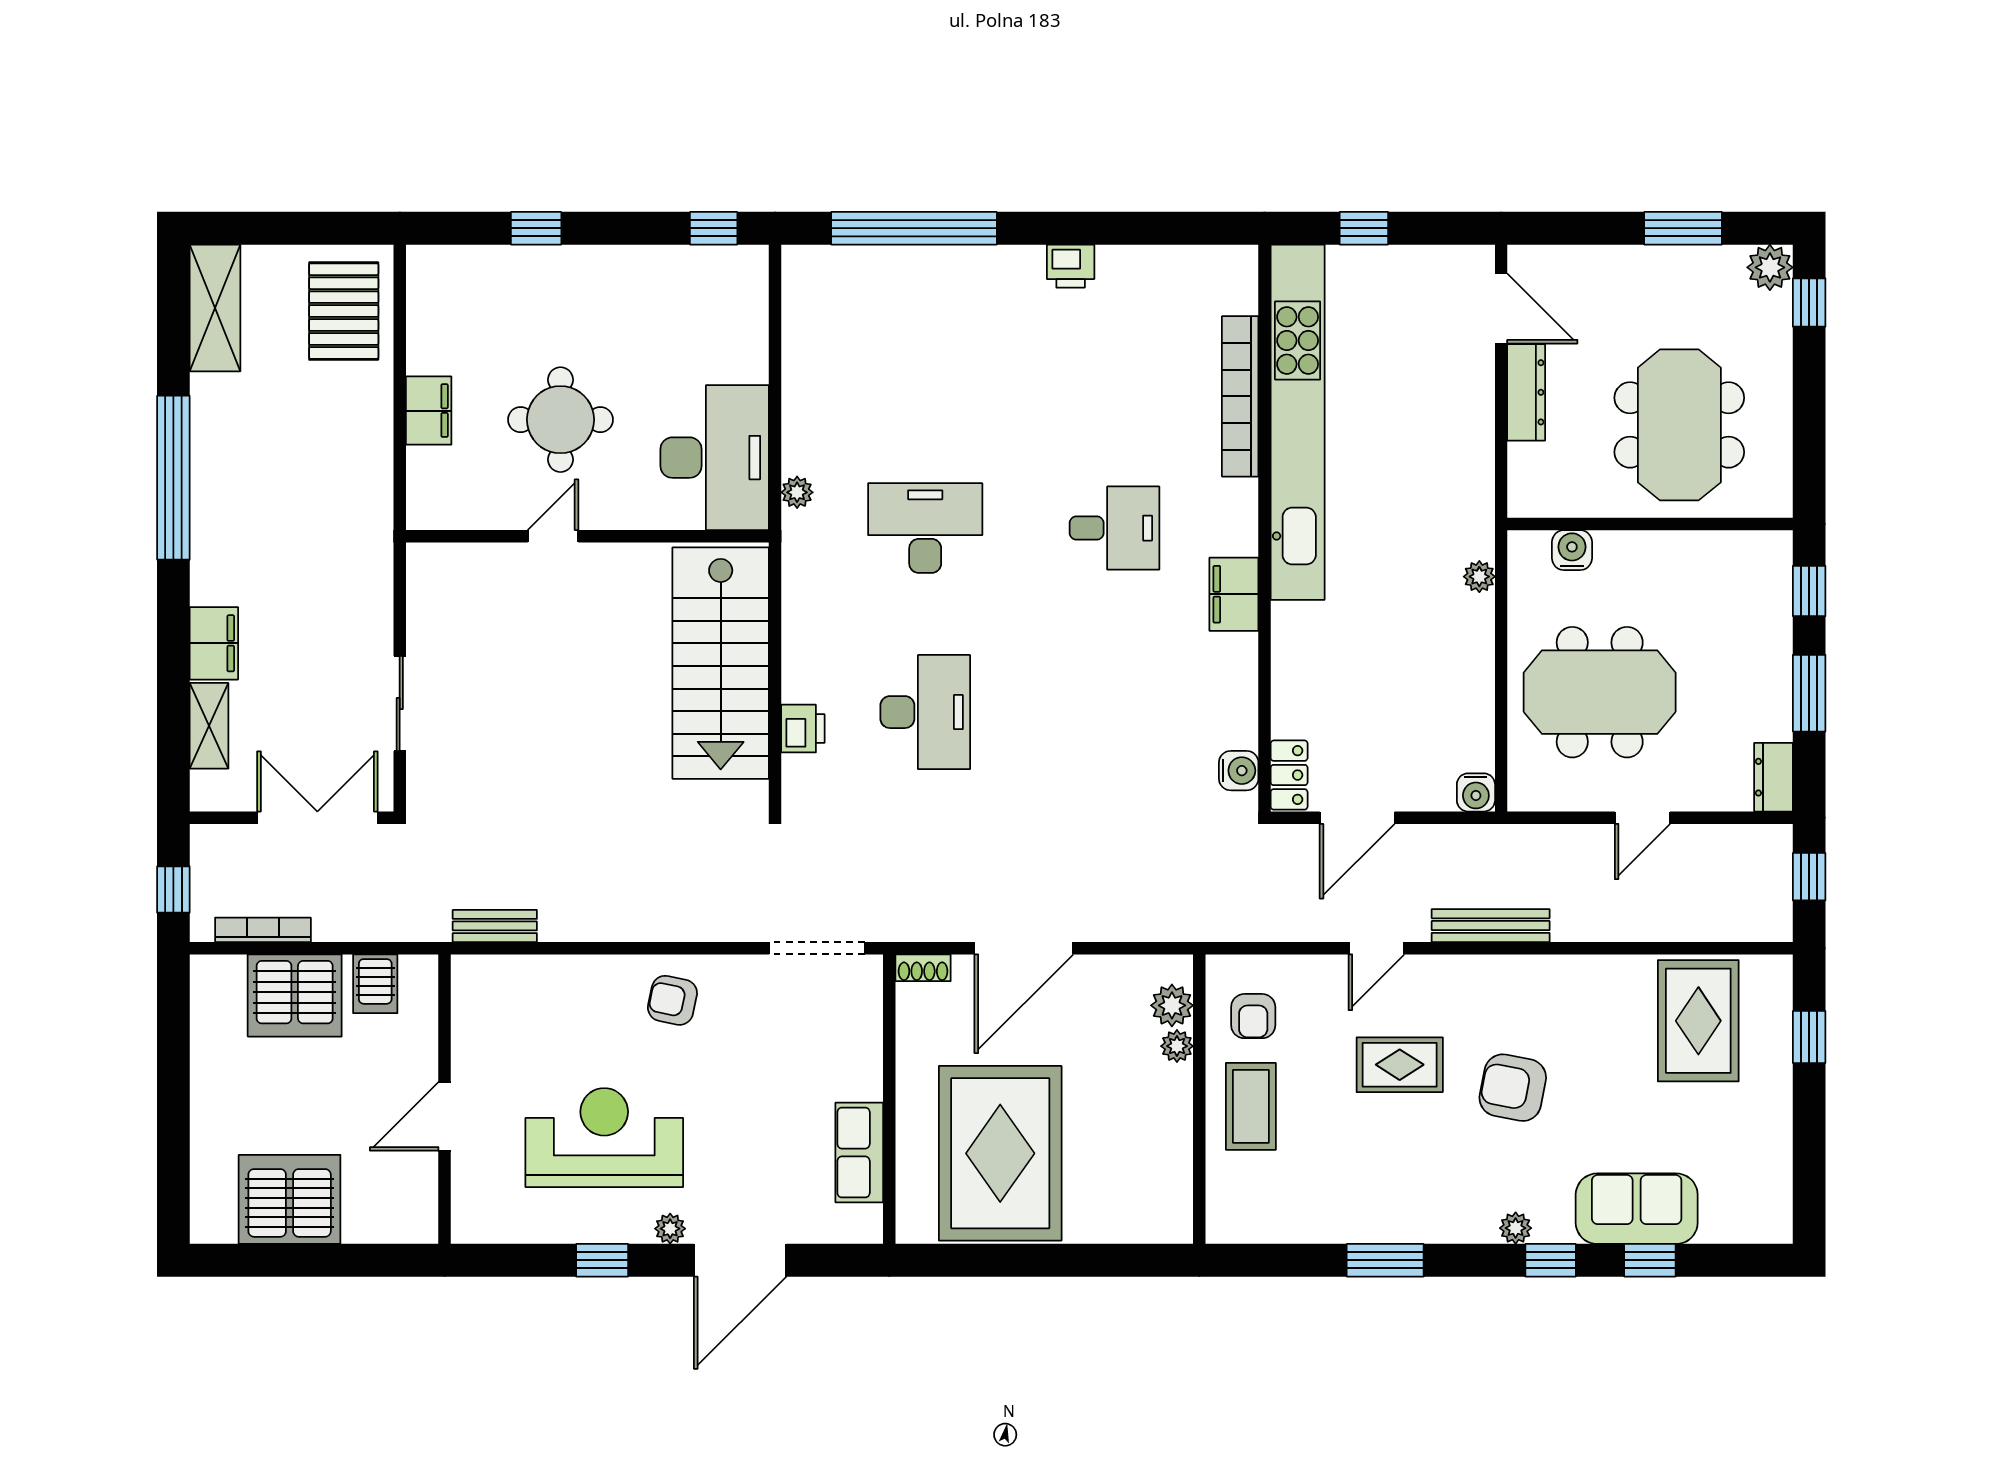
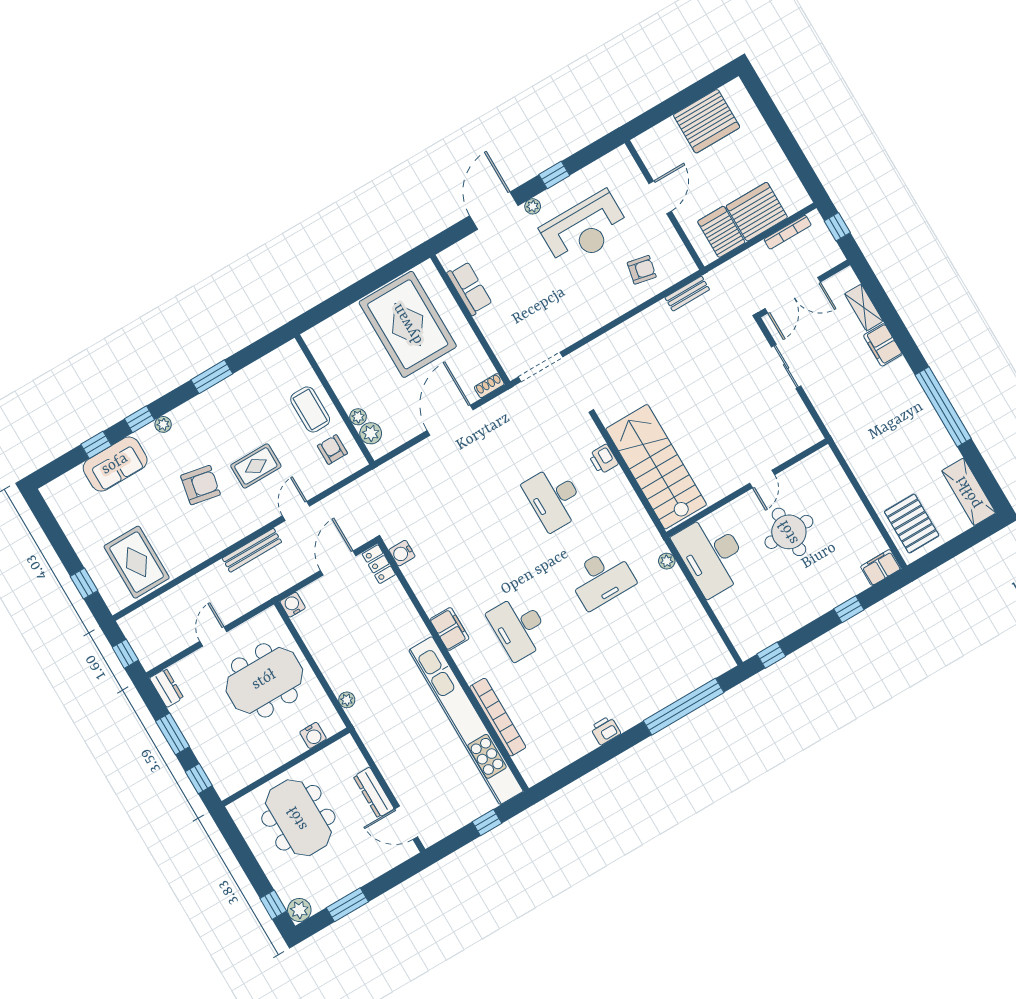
filing cabinet: (429, 411) -> (881, 567), moved, turned 90
desk: (1114, 528) -> (519, 627), width x1.37
server rack: (375, 984) -> (721, 232), width x1.36, depth x1.44
armchair: (672, 1000) -> (642, 270), moved

